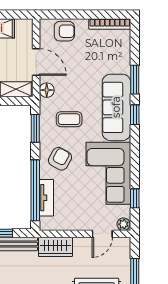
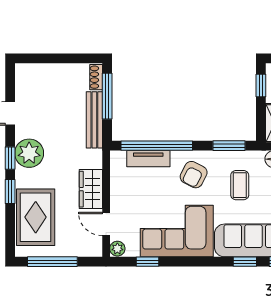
armchair: (60, 159) -> (194, 175), turned 88
wardrobe: (55, 247) -> (91, 189), moved

